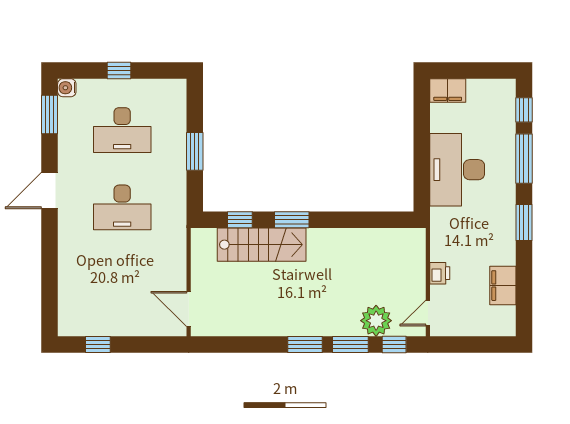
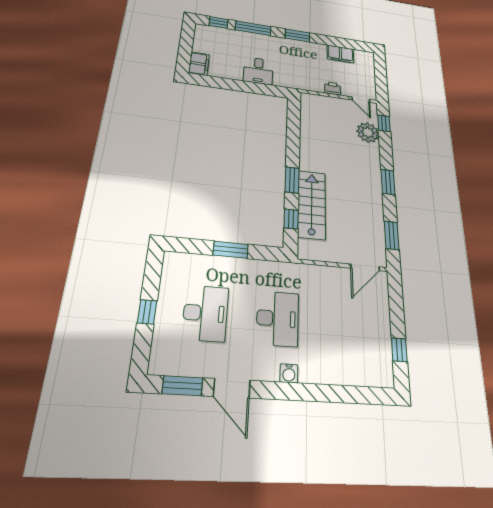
water cooler: (67, 88) -> (289, 373), moved
desk: (457, 170) -> (258, 71), width x0.53, depth x0.77
door: (50, 191) -> (232, 388), moved
window: (350, 344) -> (392, 235), moved

